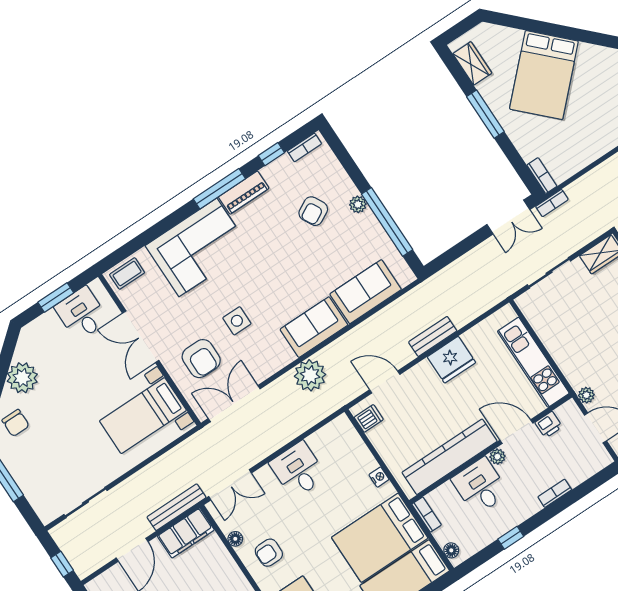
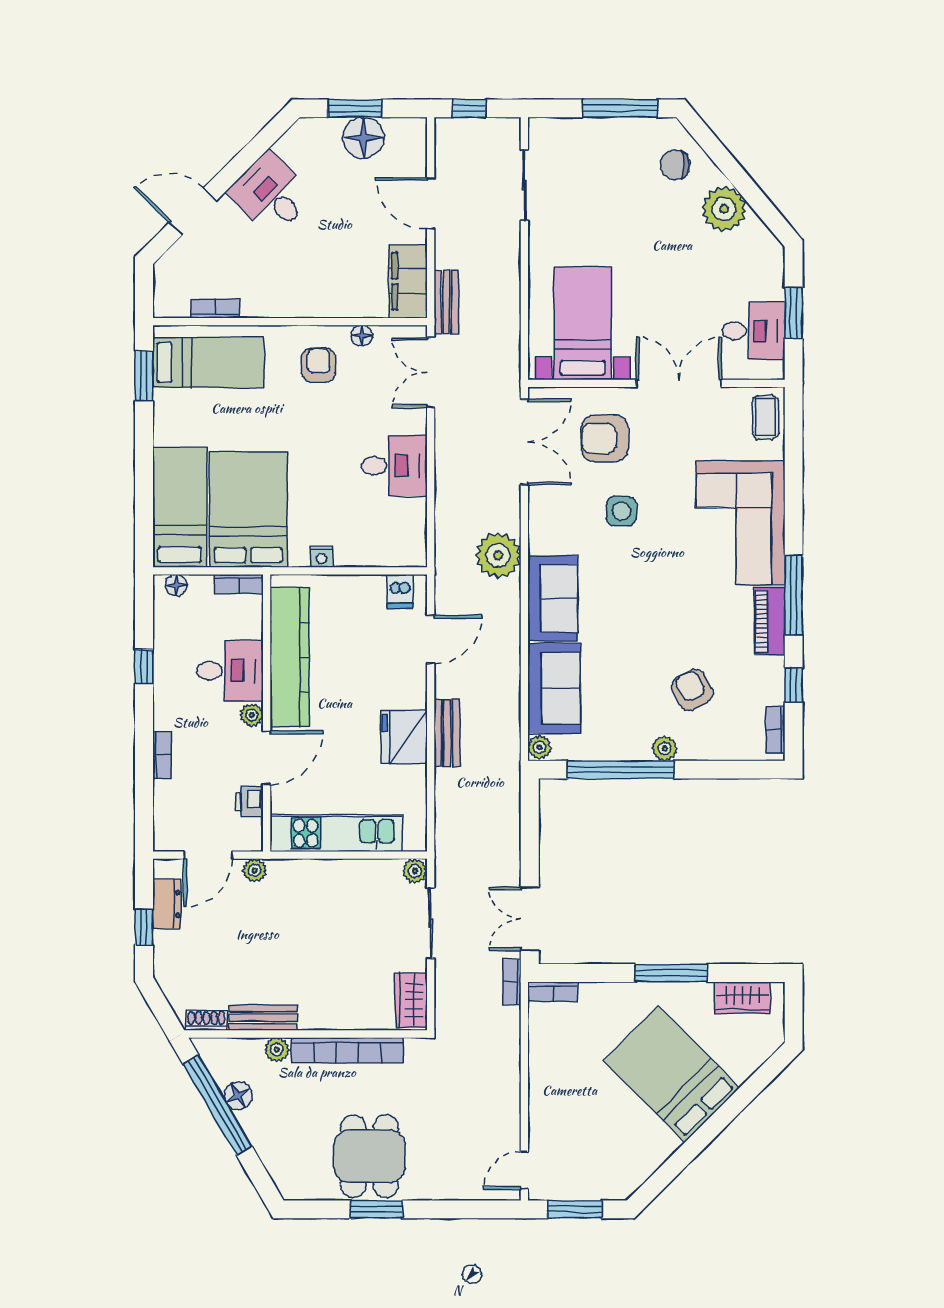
plant: (405, 277) -> (540, 747), added
plant: (525, 302) -> (415, 871), added
bench: (176, 507) -> (446, 302), width x0.73

